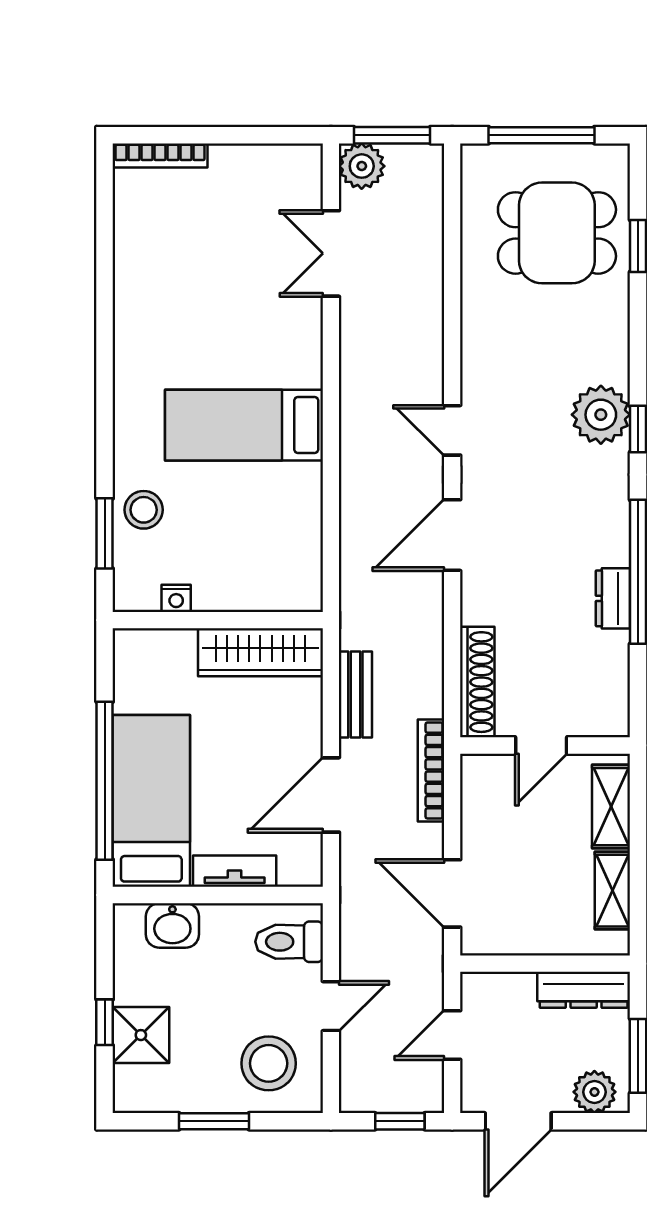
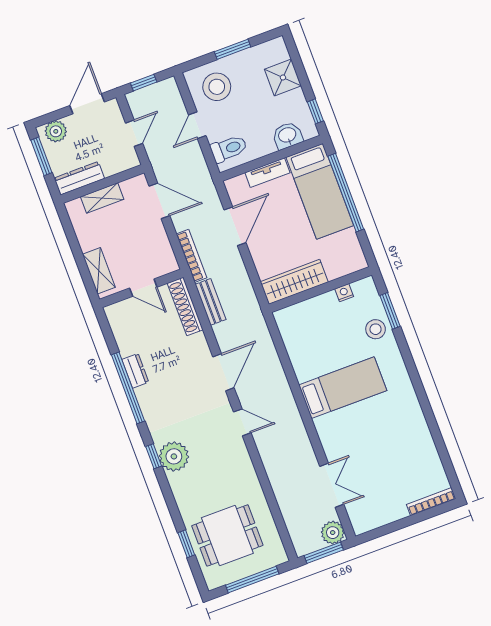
bench: (355, 694) -> (211, 302), moved
door: (541, 745) -> (143, 288), swing flipped
shelving: (612, 891) -> (102, 198), moved, turned 90
window: (105, 1022) -> (315, 111), moved

